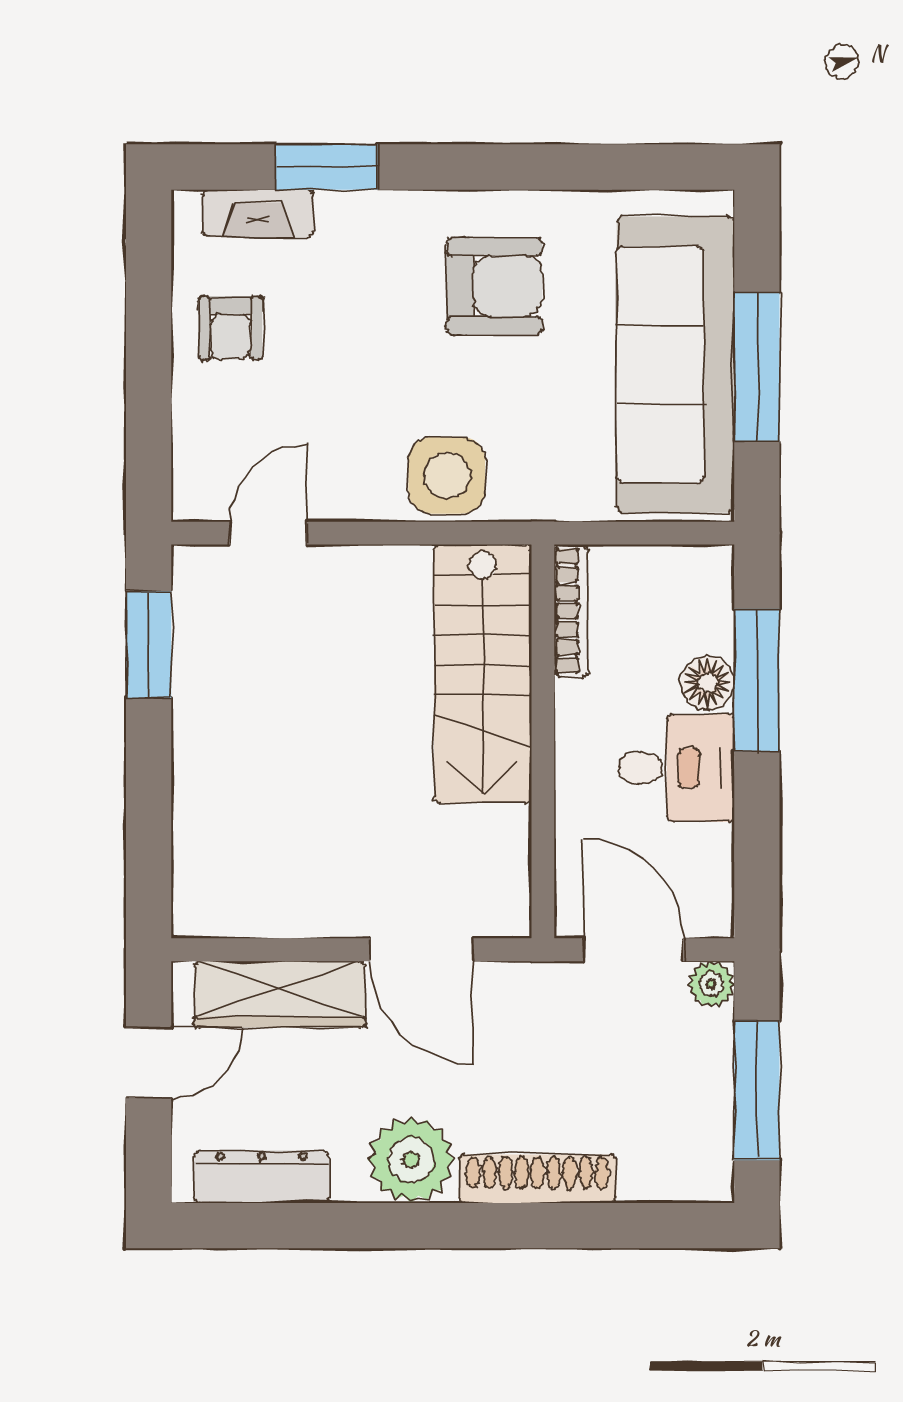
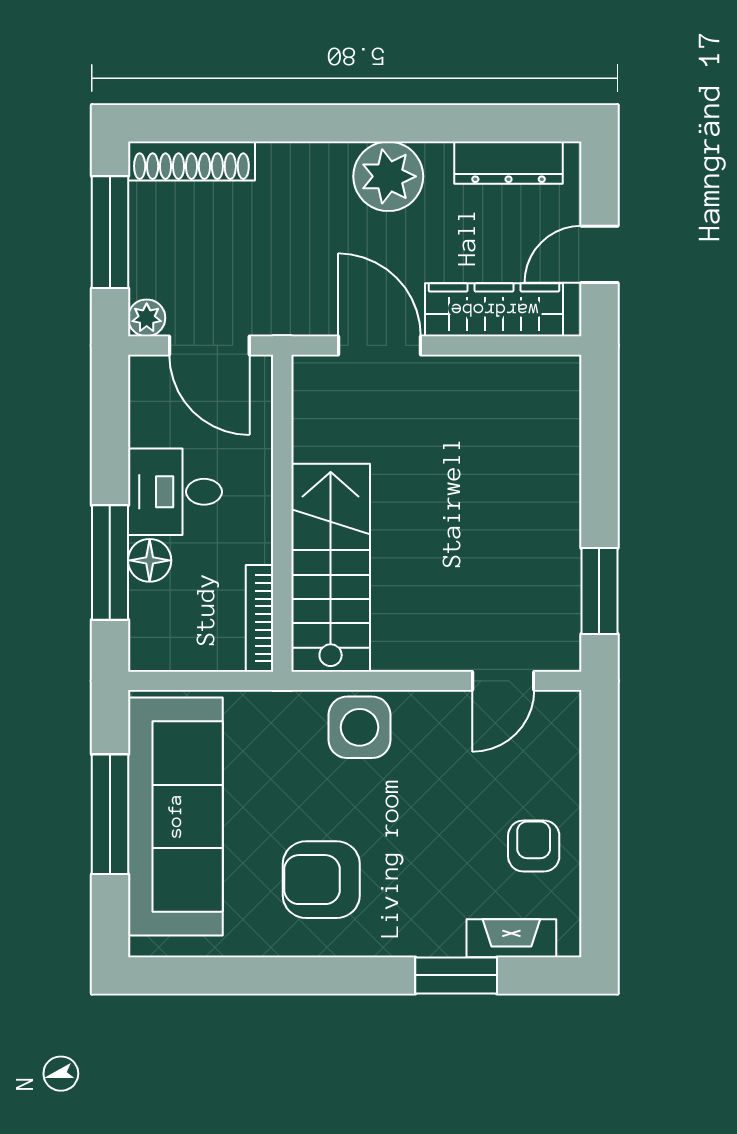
shoe rack: (538, 1179) -> (191, 161), moved

